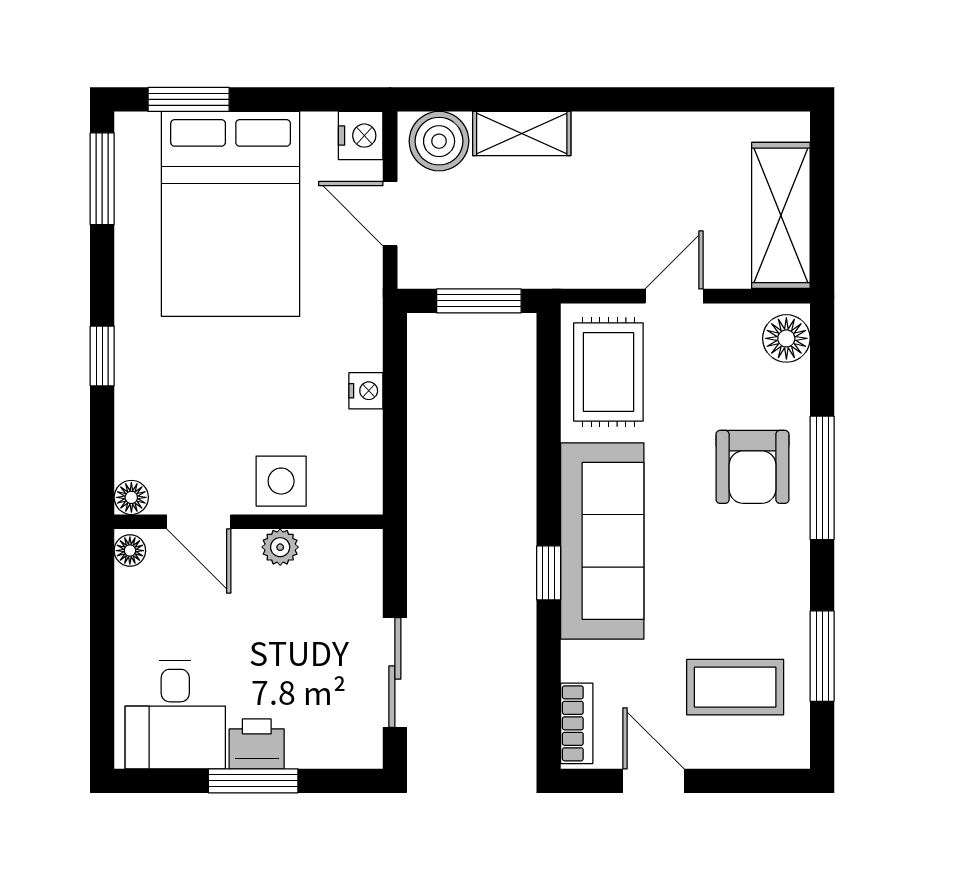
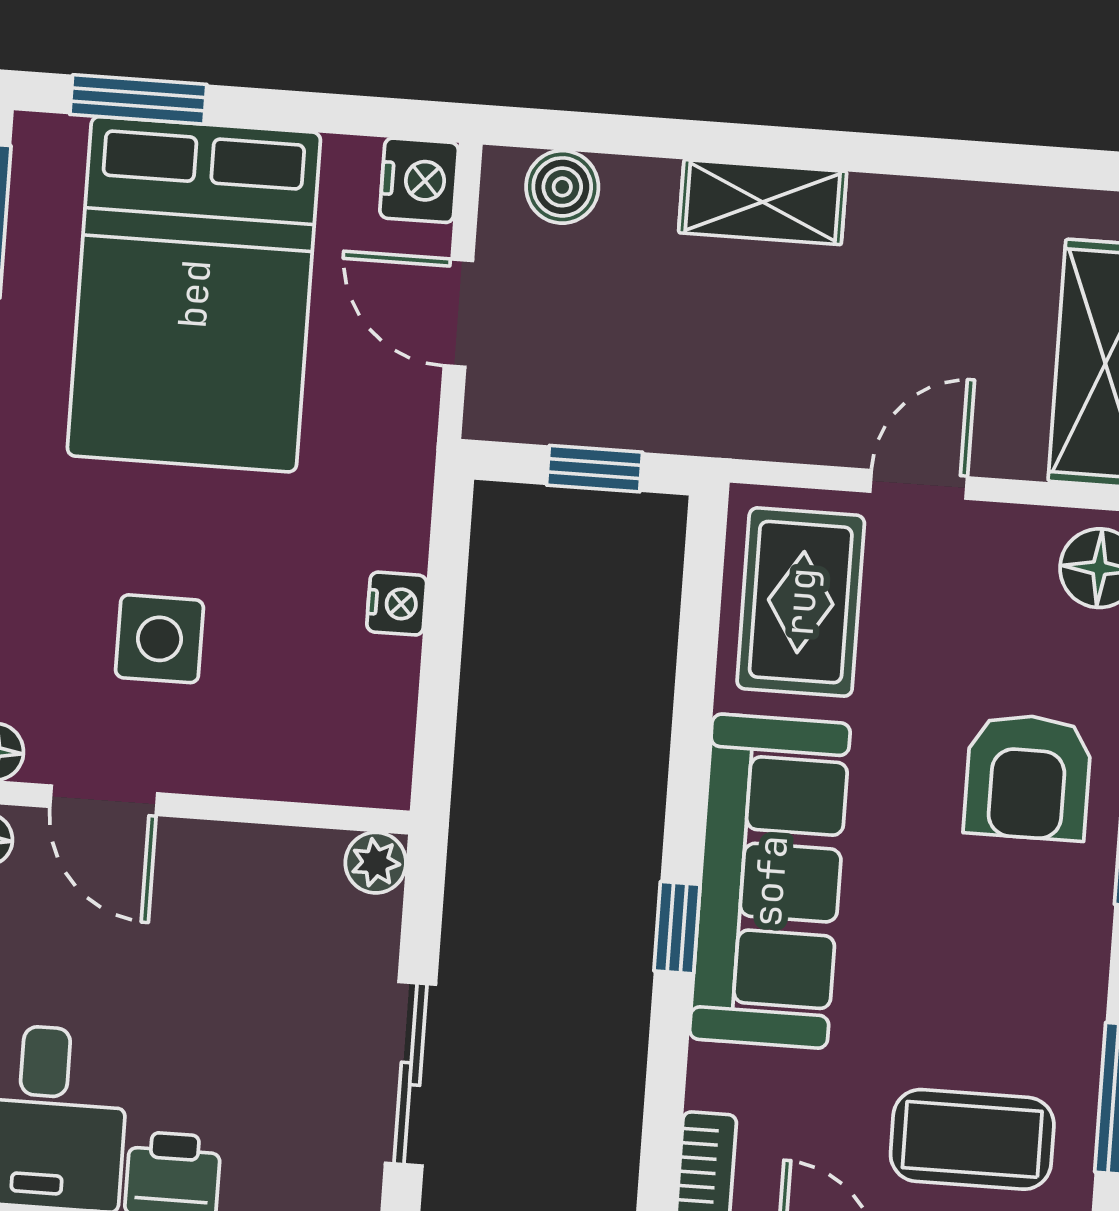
shelving: (522, 133) -> (763, 202), moved
boiler: (439, 141) -> (562, 187), width x0.73, depth x0.73
window: (479, 301) -> (595, 469), width x0.67
side table: (281, 481) -> (159, 639), moved
plant: (280, 547) -> (376, 863), moved

